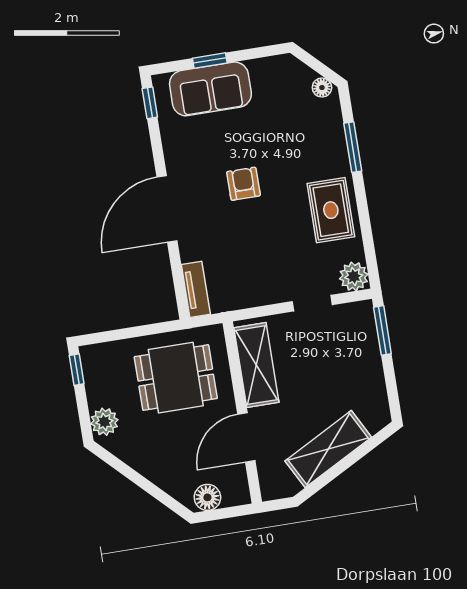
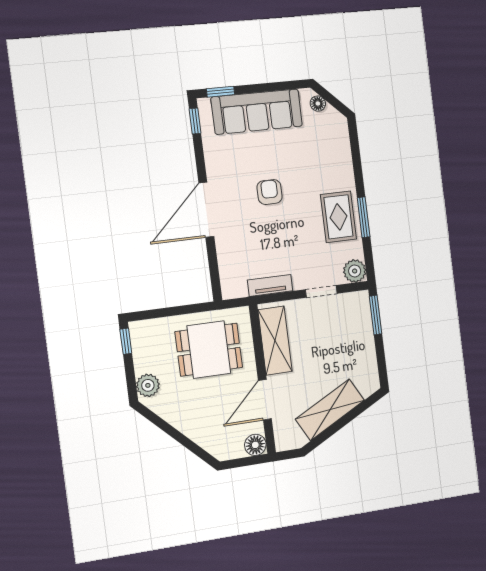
window: (210, 61) -> (221, 92), moved
floor lamp: (322, 88) -> (318, 104), moved
sofa: (210, 89) -> (257, 112), width x1.36
window: (353, 147) -> (364, 217), moved
tv unit: (196, 289) -> (270, 285), moved, turned -90
floor lamp: (207, 497) -> (255, 445), moved

